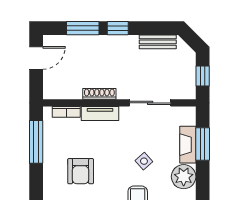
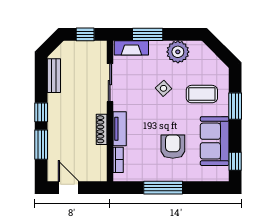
window: (36, 142) -> (163, 188), moved
fireplace: (188, 145) -> (131, 48), moved
armchair: (81, 171) -> (173, 147), turned -90

